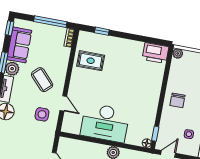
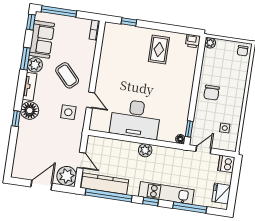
window: (50, 22) -> (59, 11), moved
printer: (155, 53) -> (193, 41), width x0.53, depth x0.68
rug: (91, 61) -> (159, 50), moved, turned 90

